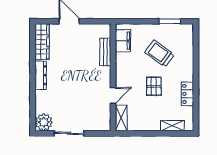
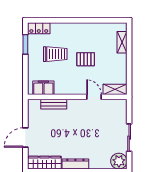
trolley: (159, 54) -> (55, 54), turned -126
locker: (187, 94) -> (39, 28), moved

